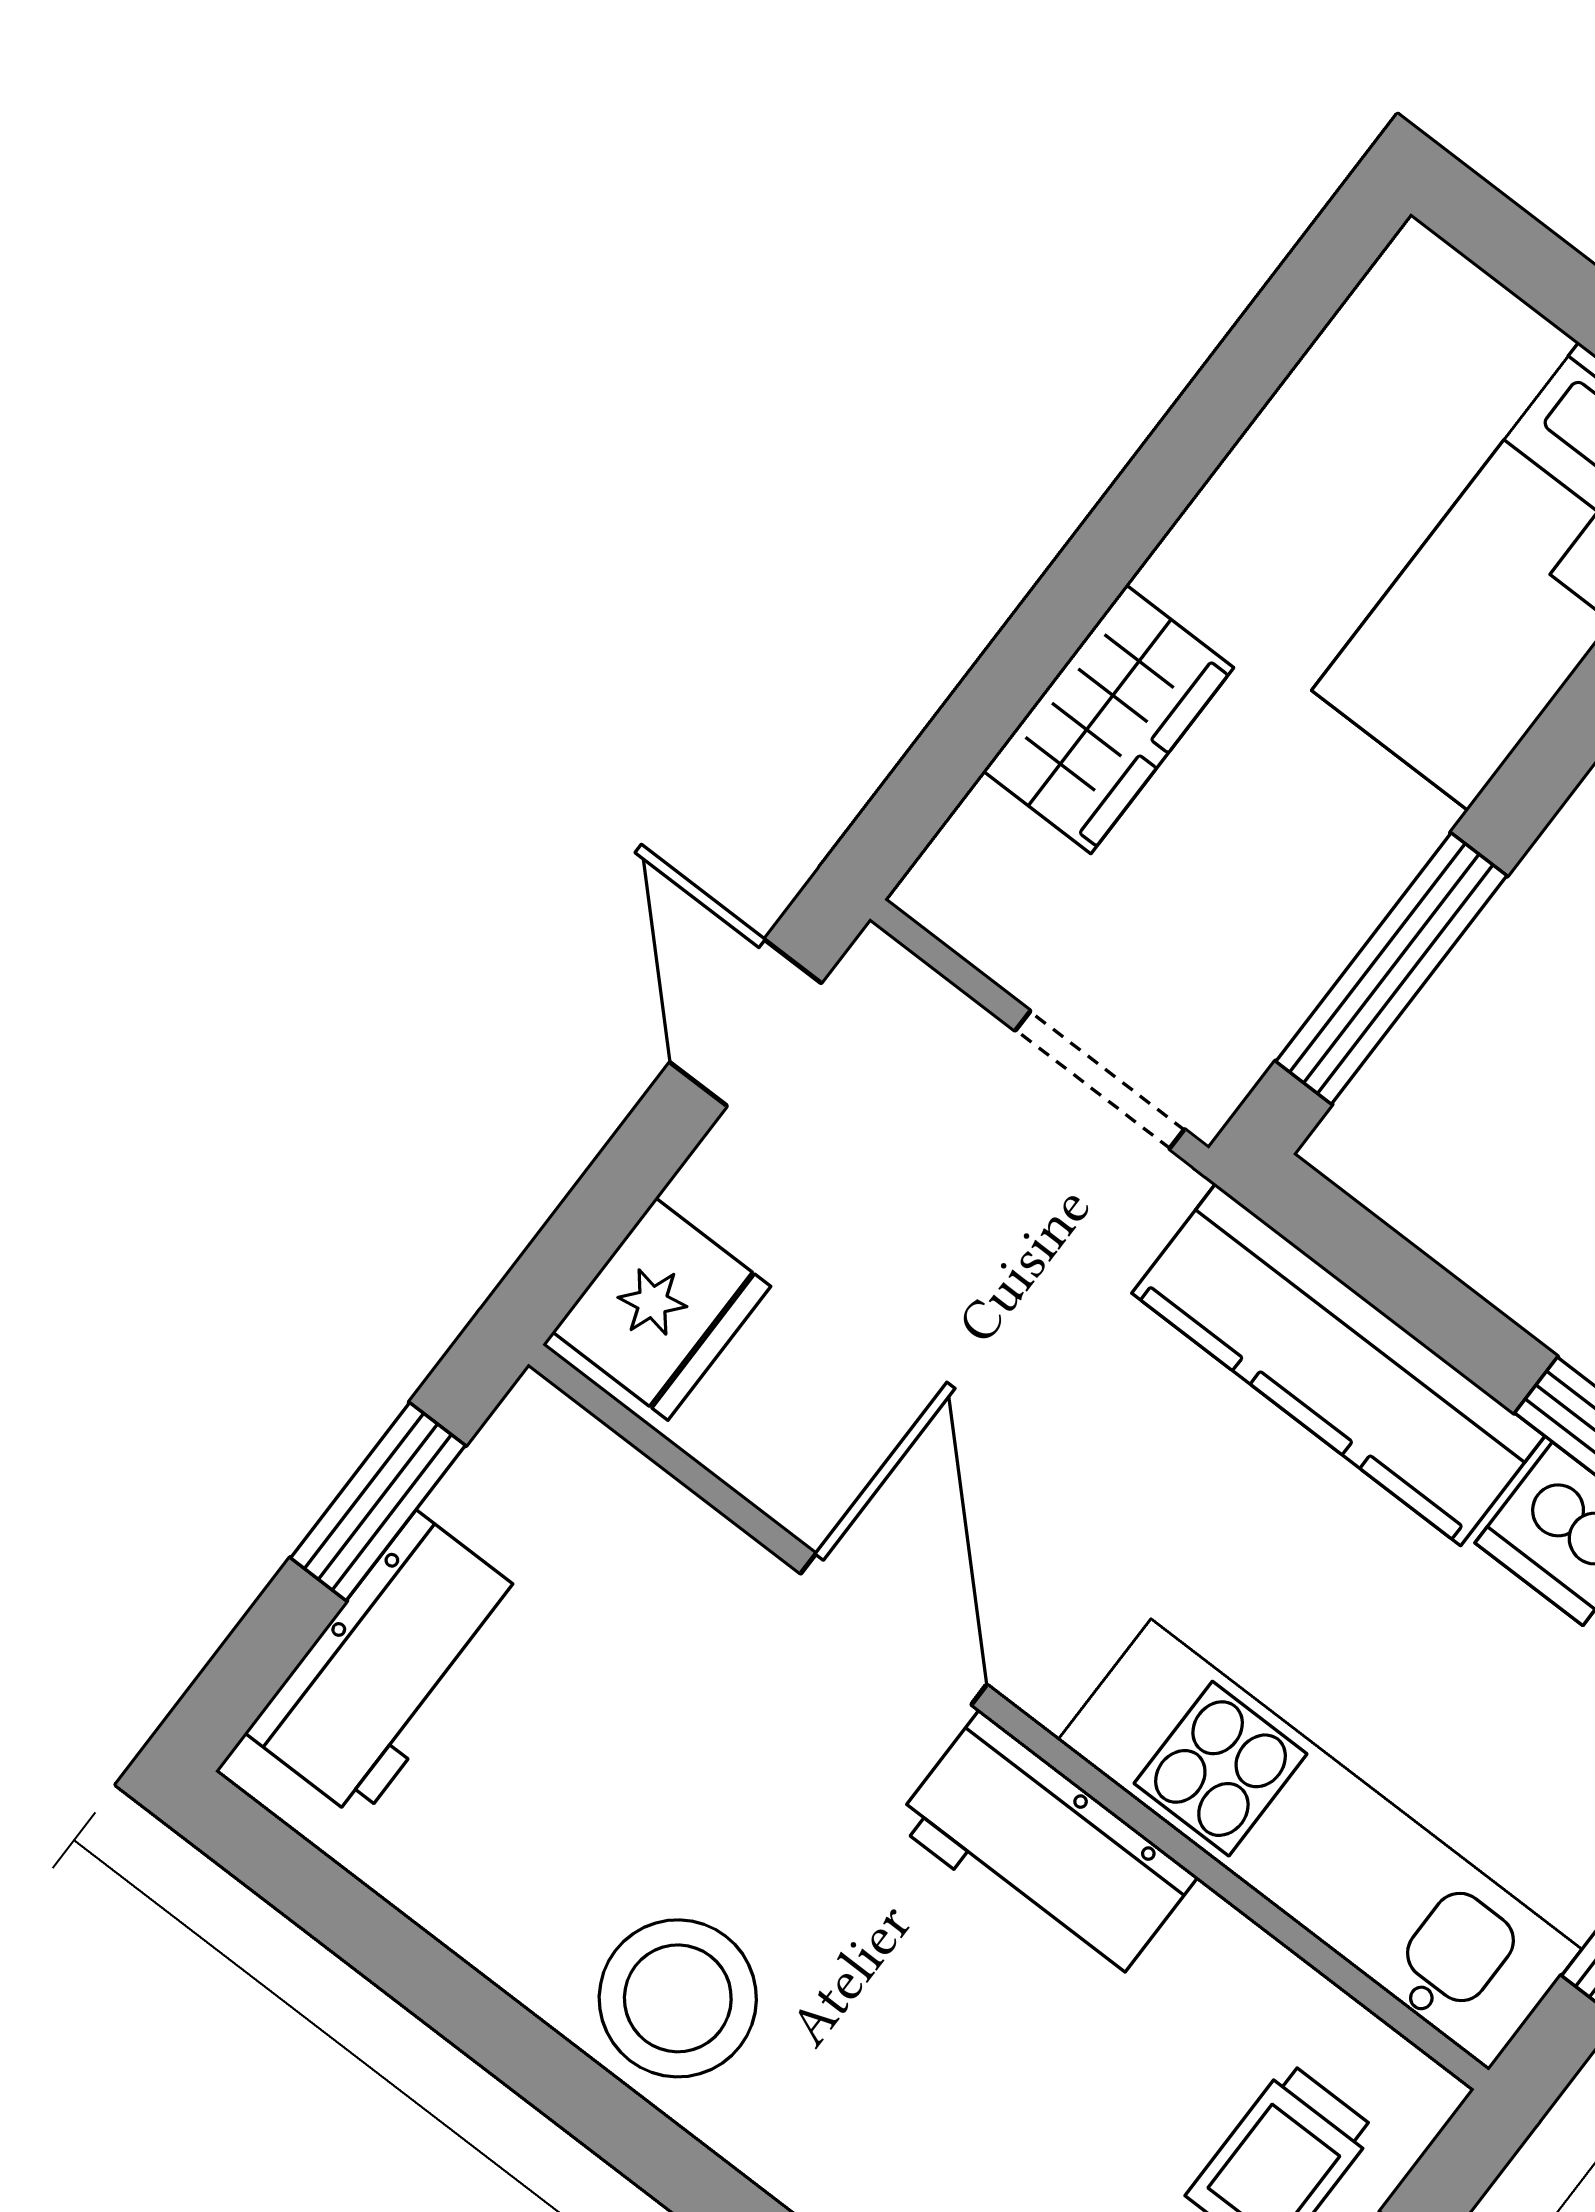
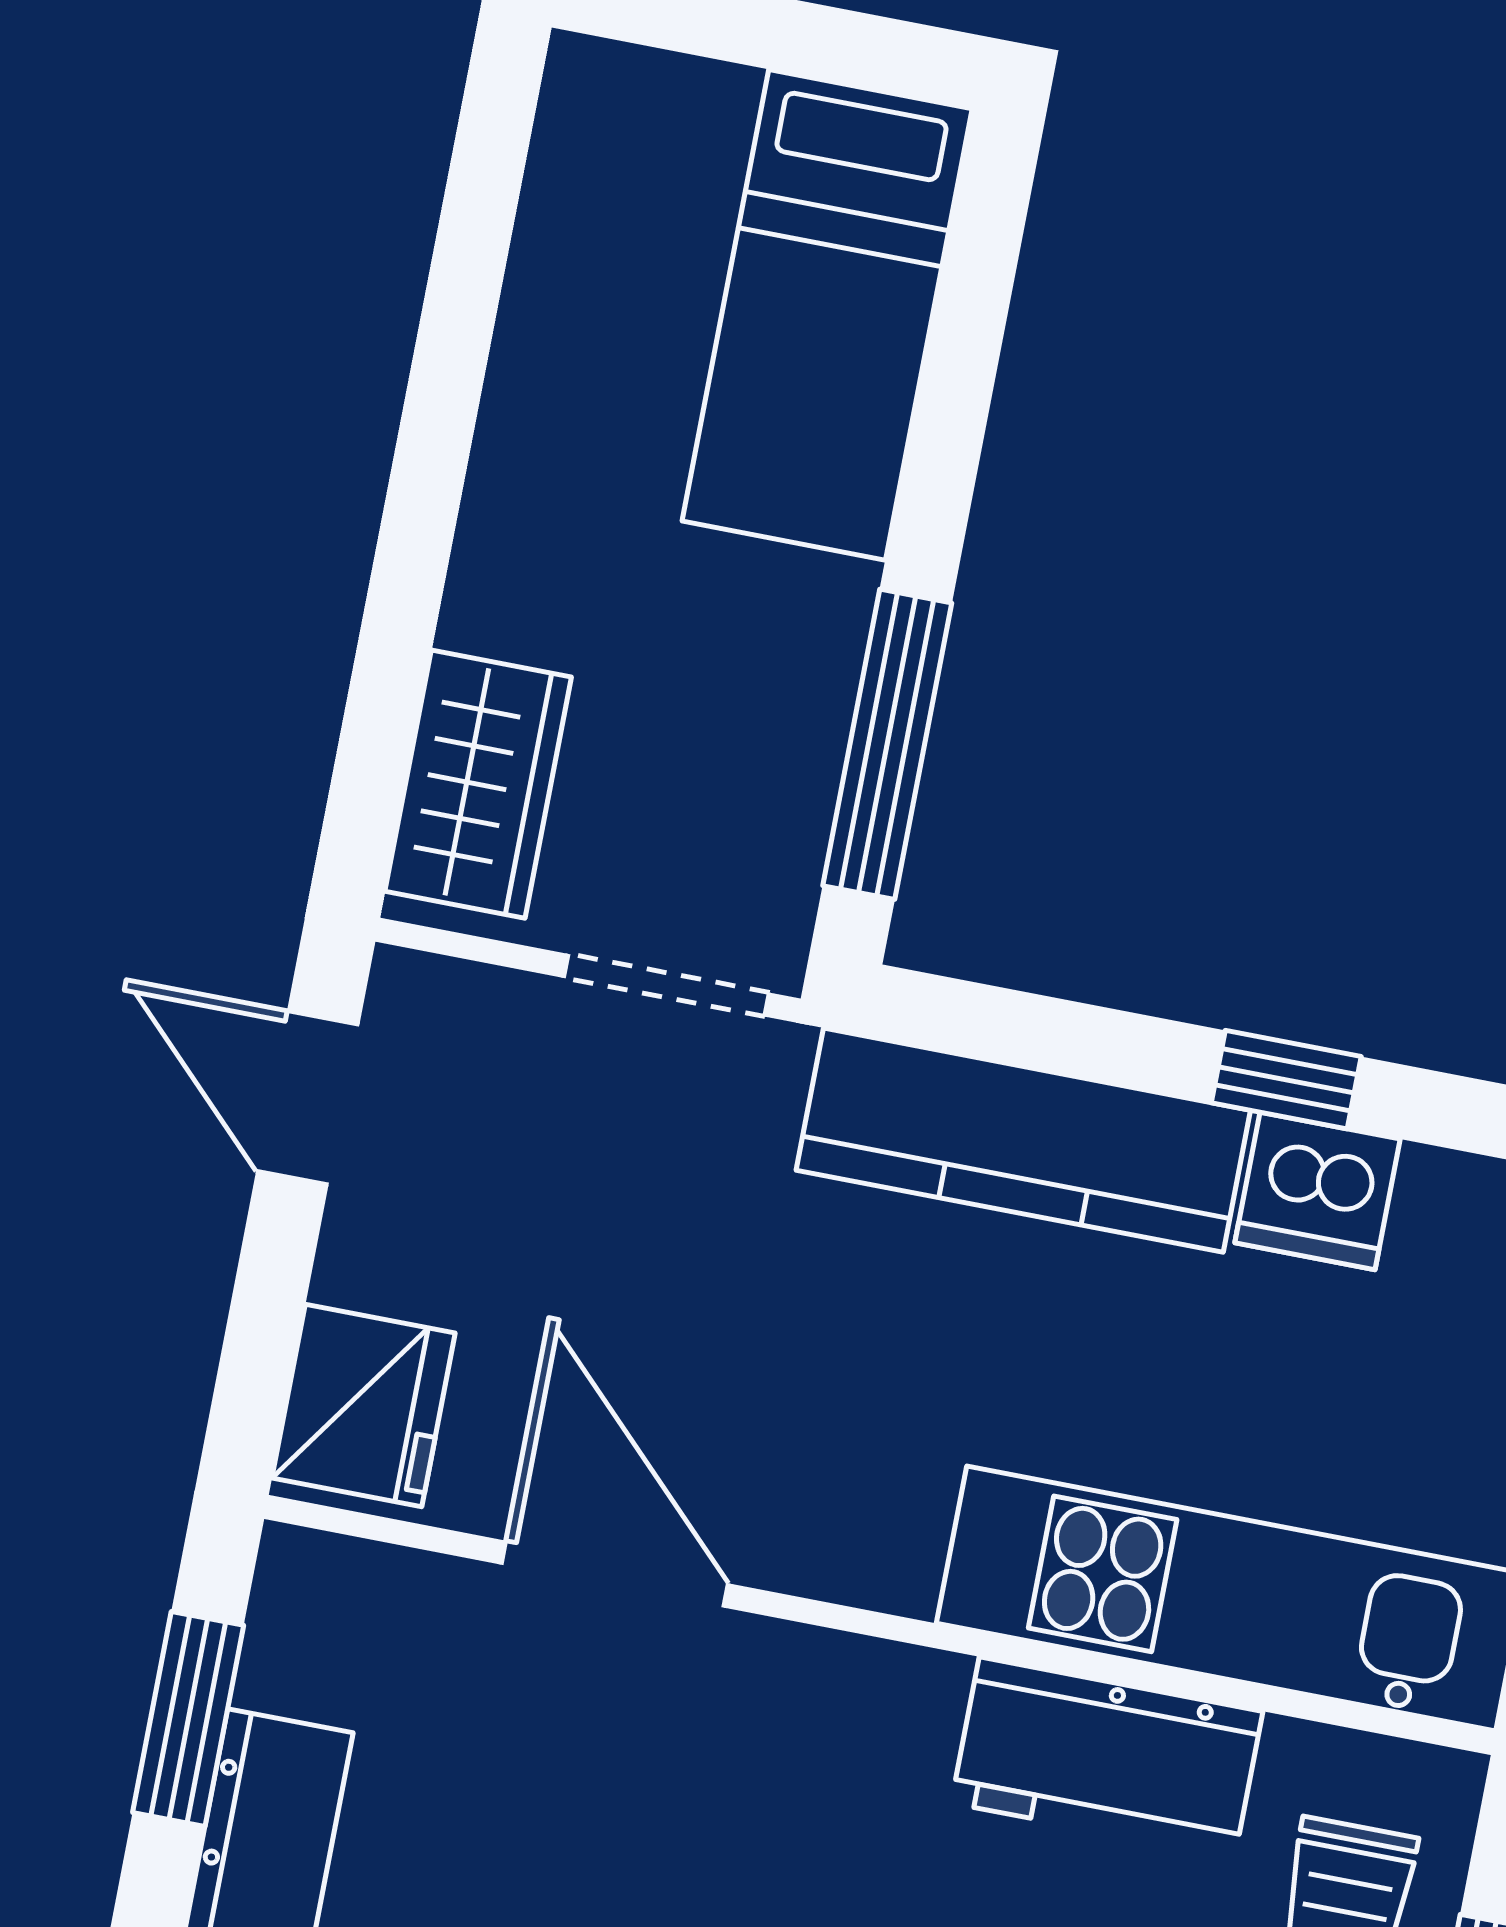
wardrobe: (1108, 719) -> (478, 784), moved
door: (894, 1629) -> (615, 1574), moved
workbench: (1045, 1850) -> (1107, 1757), moved

